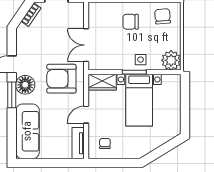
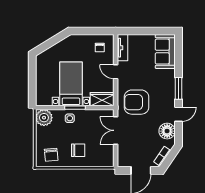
double door: (86, 45) -> (116, 130), swing flipped
armchair: (61, 79) -> (136, 102), turned 180
floor lamp: (25, 85) -> (167, 131), moved
door: (86, 115) -> (116, 72), swing flipped
sofa: (27, 131) -> (165, 52), width x0.73

